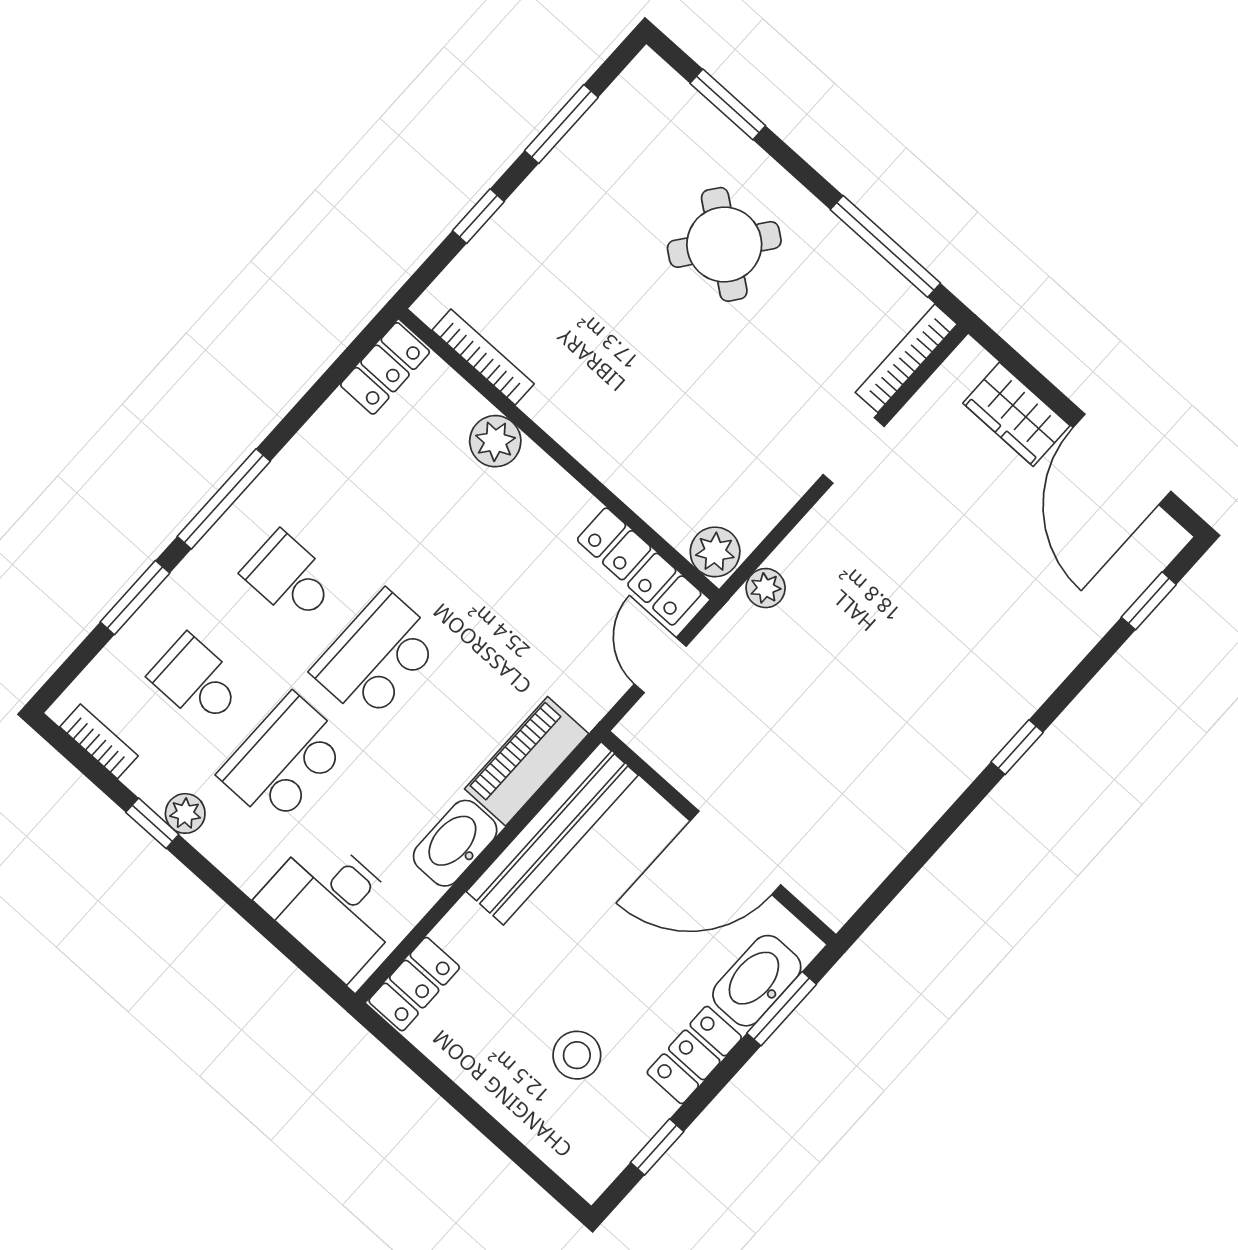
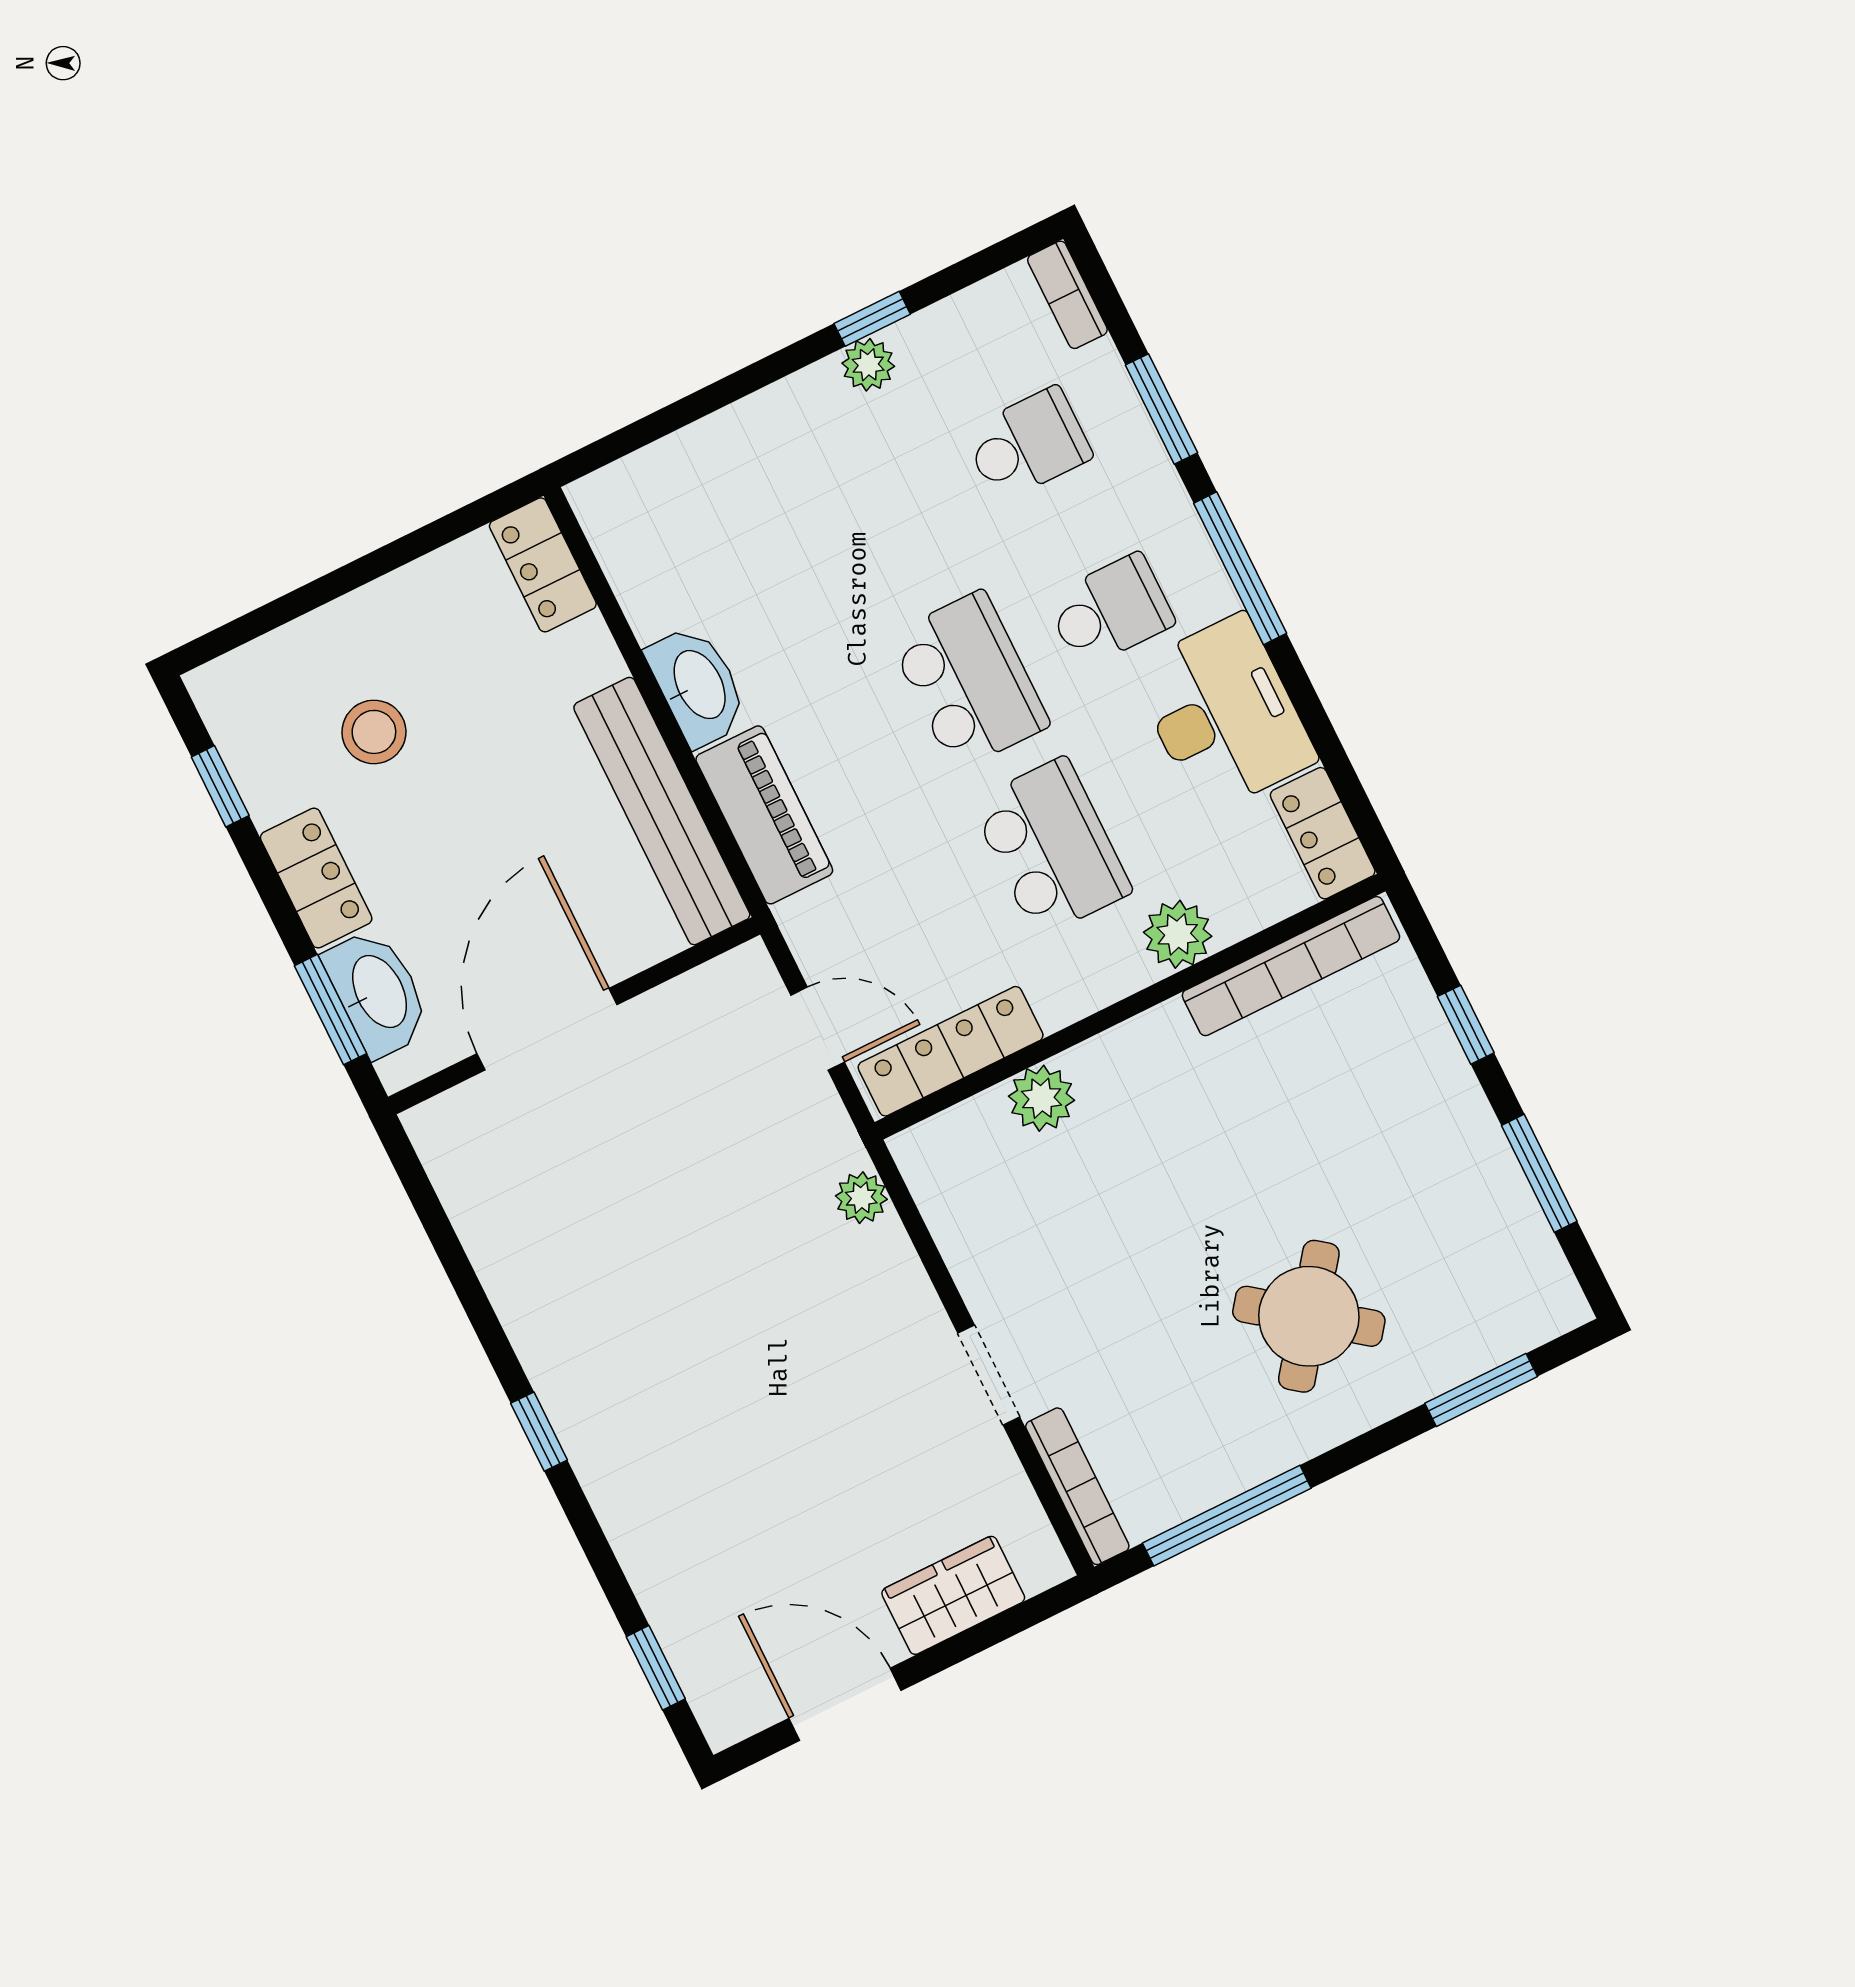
bookcase: (483, 357) -> (1291, 966), width x1.48, depth x1.31
door: (1122, 459) -> (845, 1704), width x0.73
plant: (715, 552) -> (1042, 1098), moved
bookcase: (99, 741) -> (1067, 295), moved, turned 90
school desk: (284, 759) -> (1051, 847), moved
desk: (333, 906) -> (1223, 714), moved, turned 90

